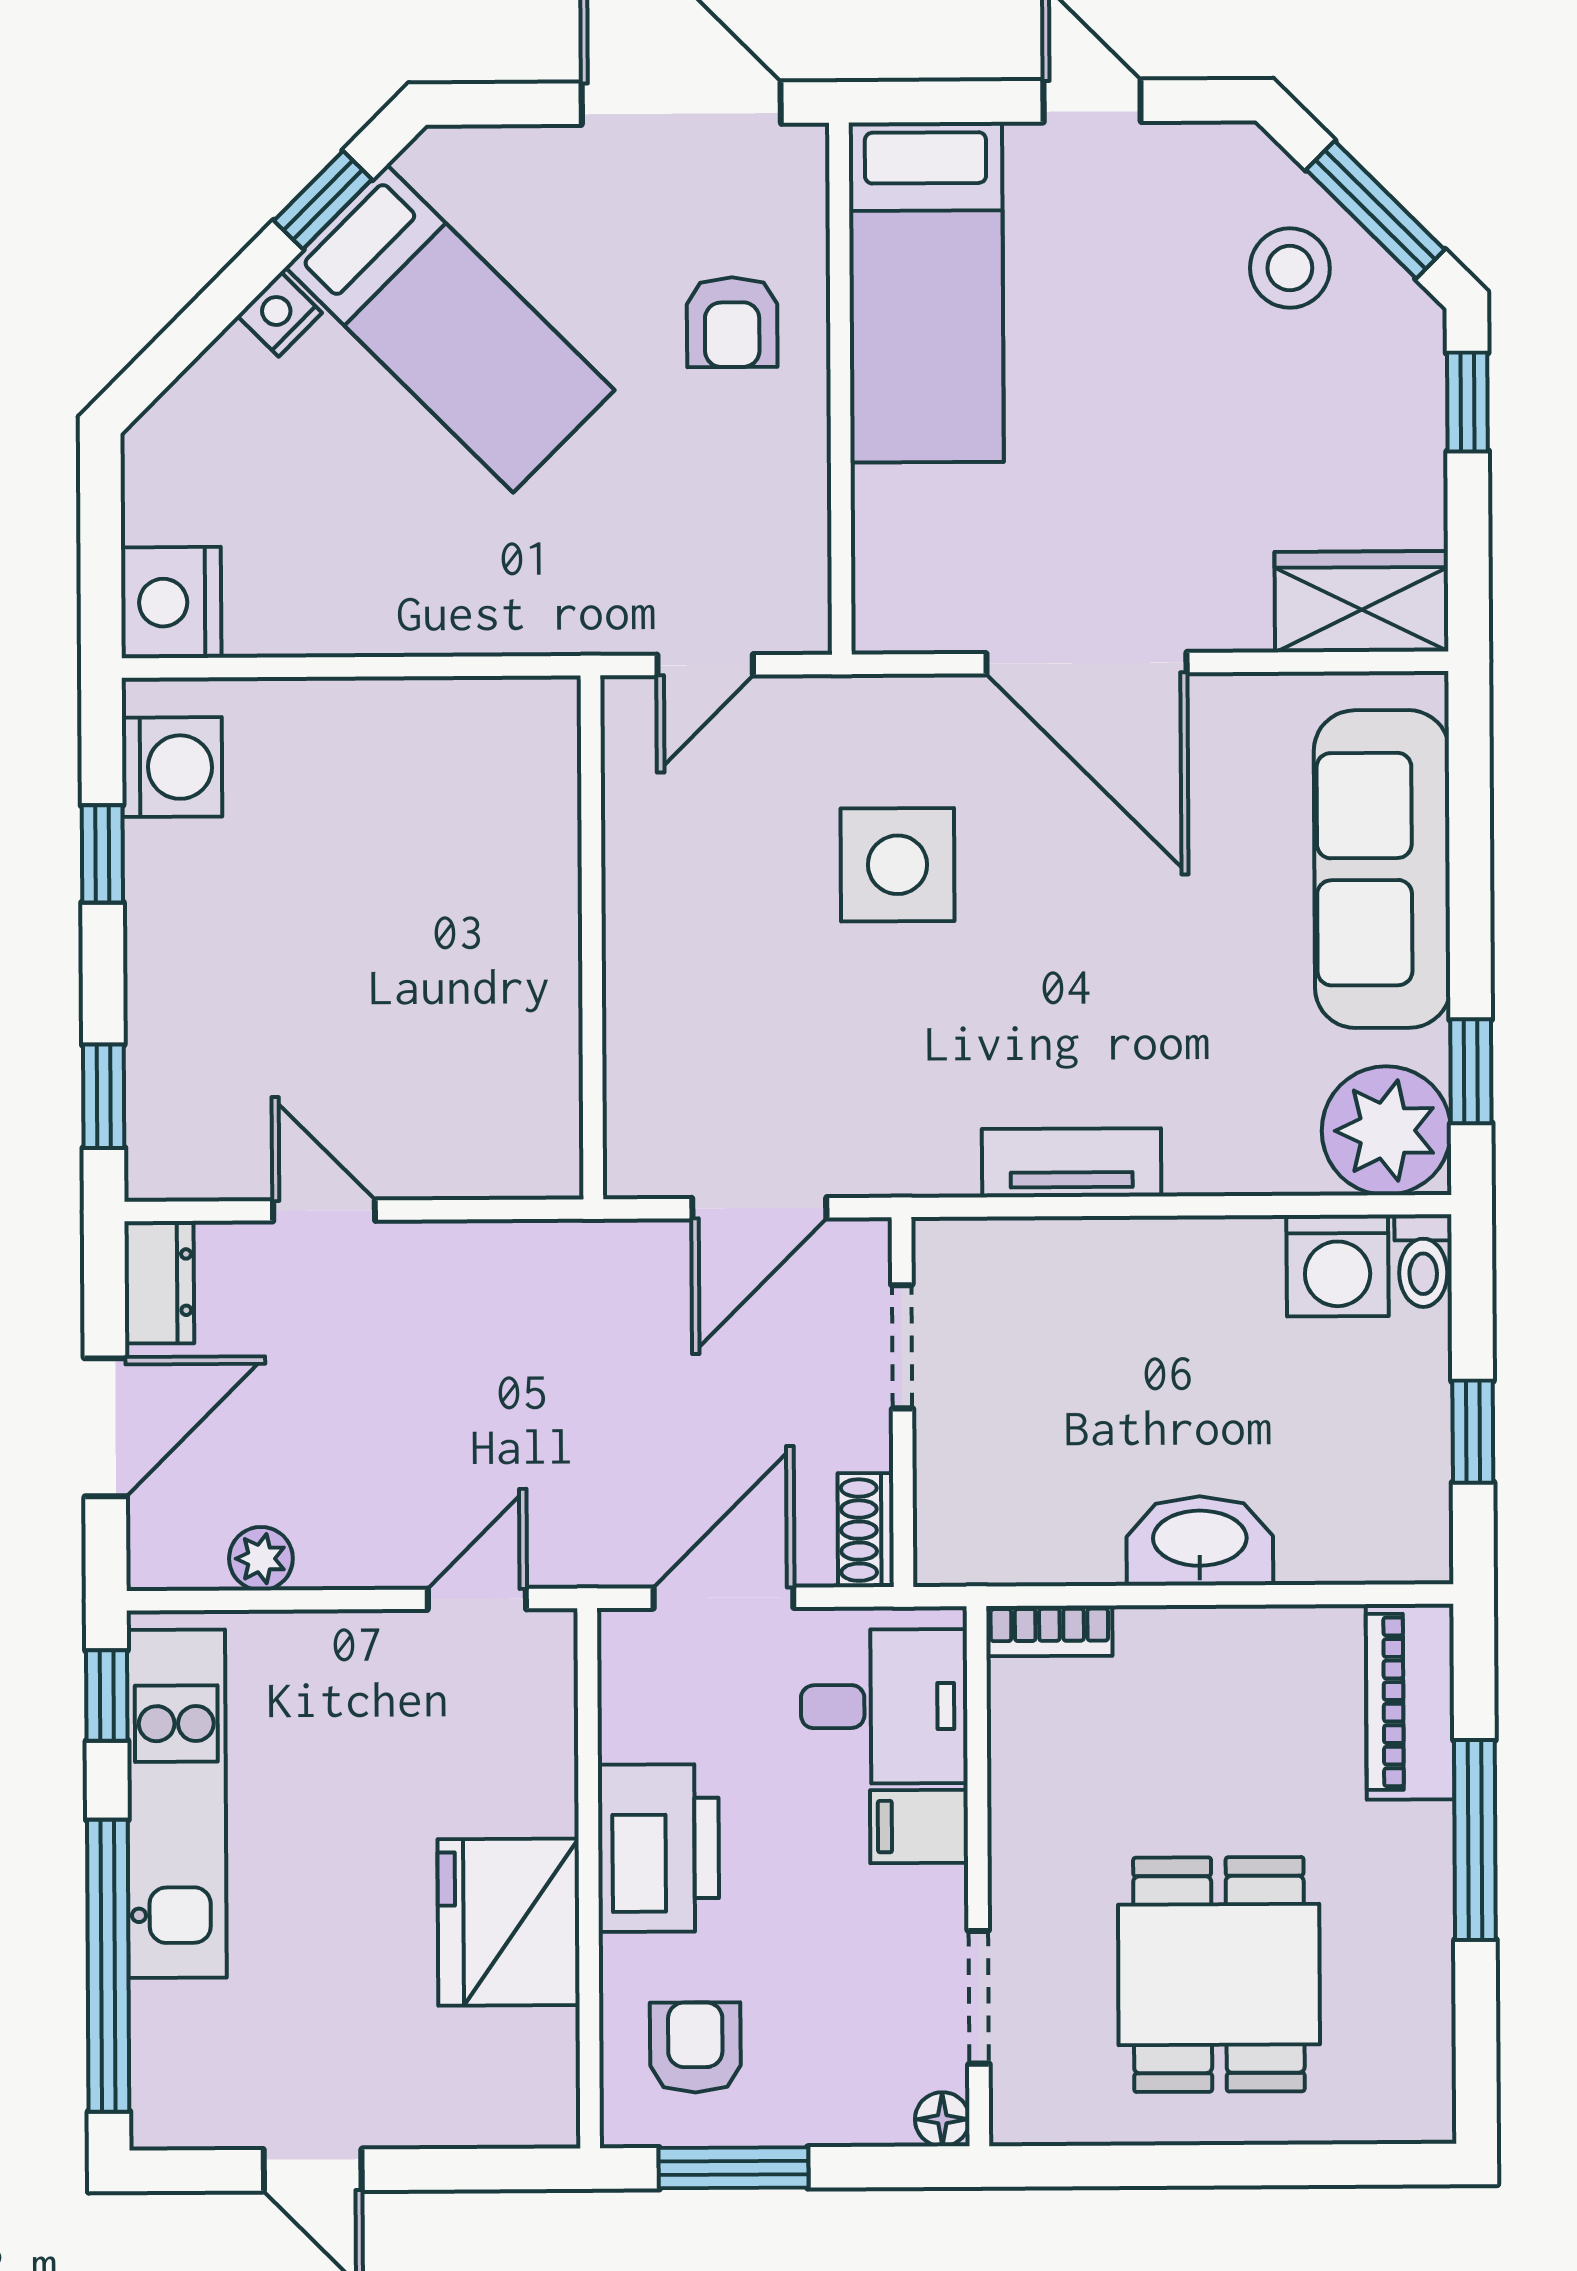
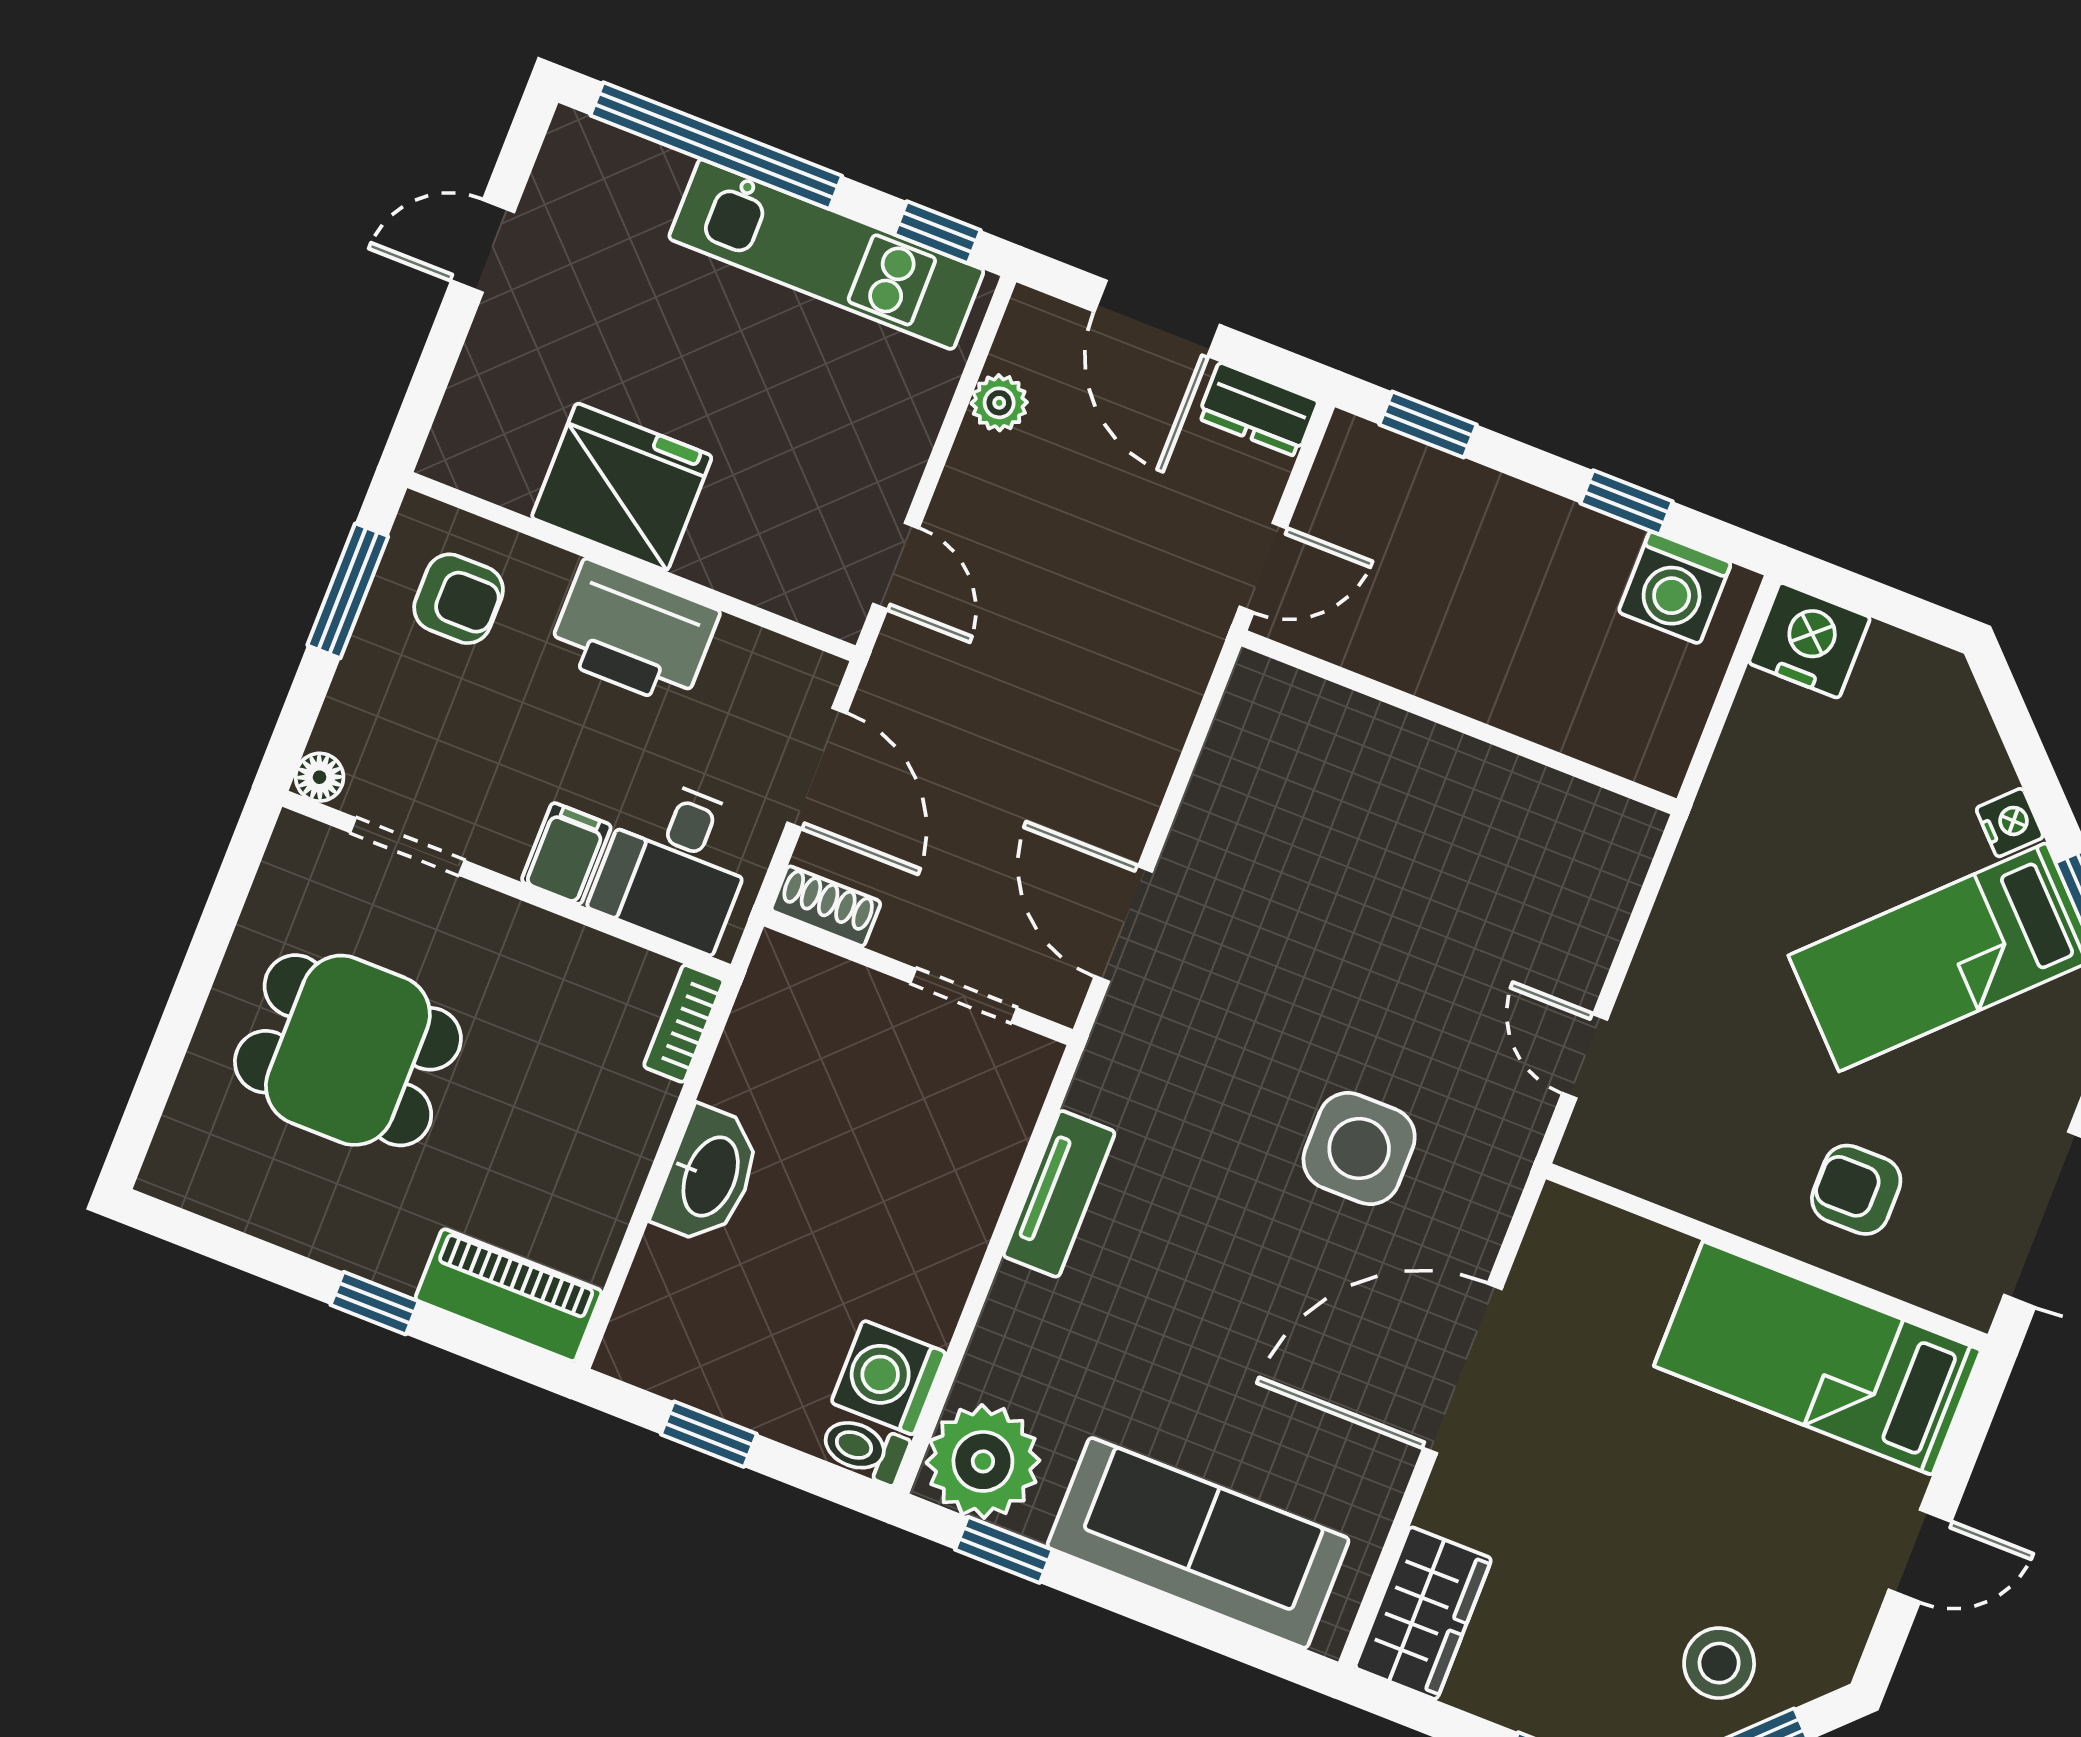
wall: (592, 937) -> (1459, 722), moved
window: (1475, 1840) -> (375, 1303), width x0.46

